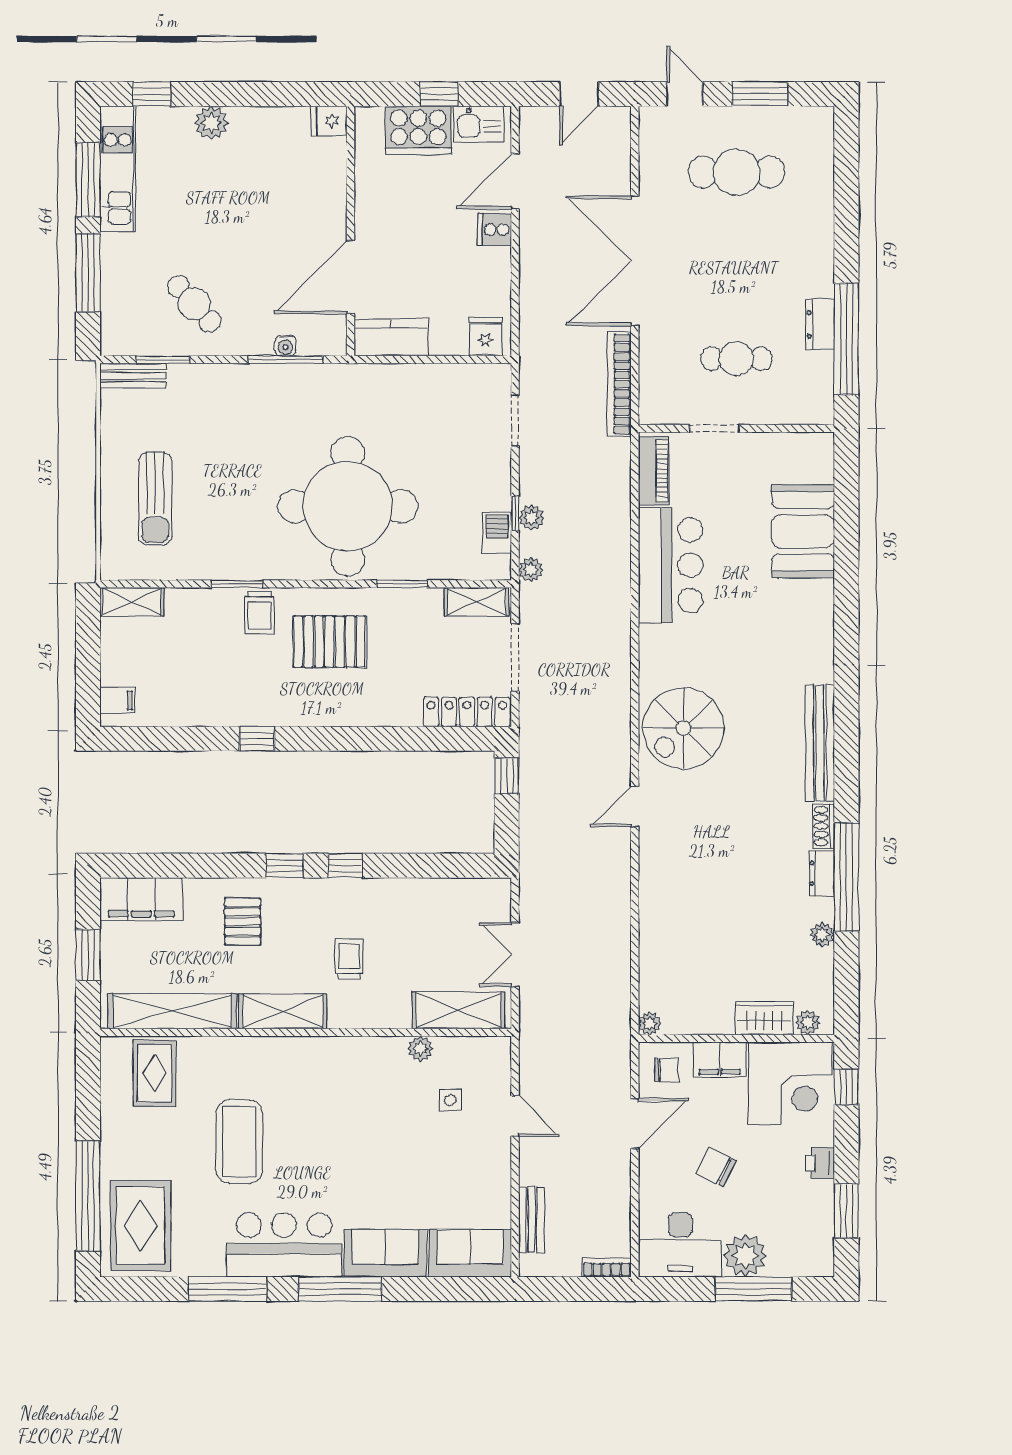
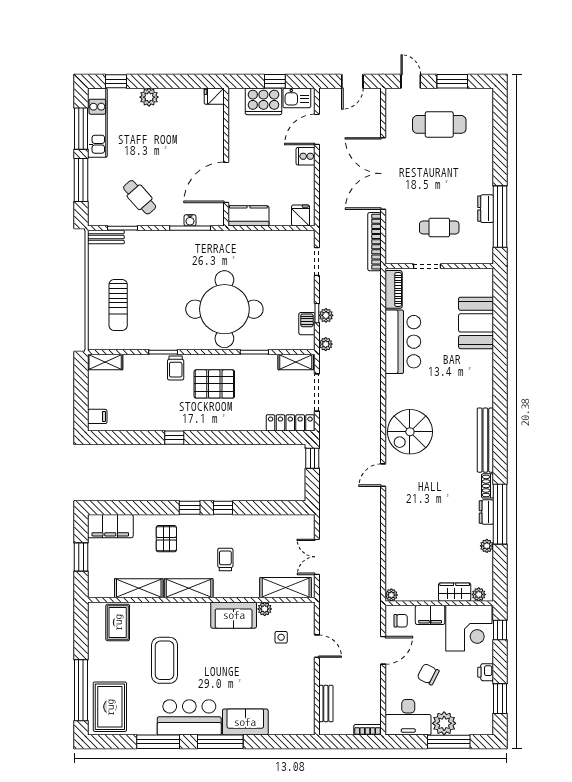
shelving: (172, 1011) -> (139, 588), width x0.68
sofa: (470, 1253) -> (234, 615), moved, turned 180

